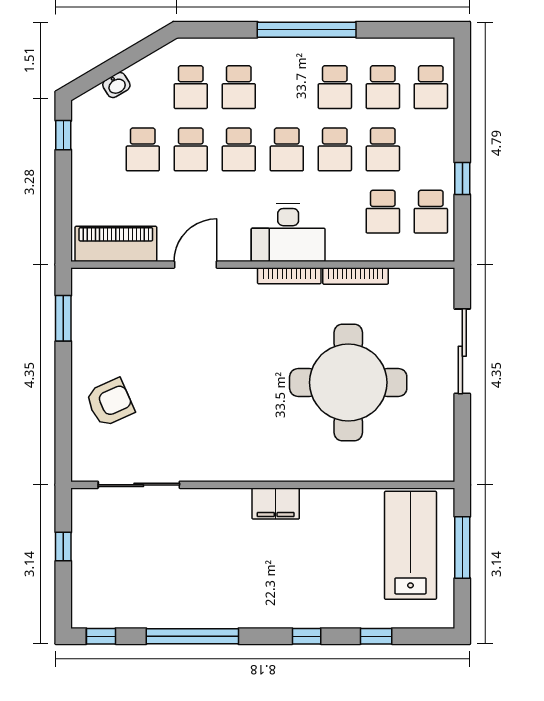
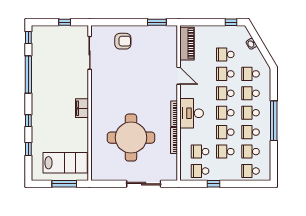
school desk: (287, 87) -> (250, 113), added
armchair: (110, 402) -> (123, 41), turned -66

